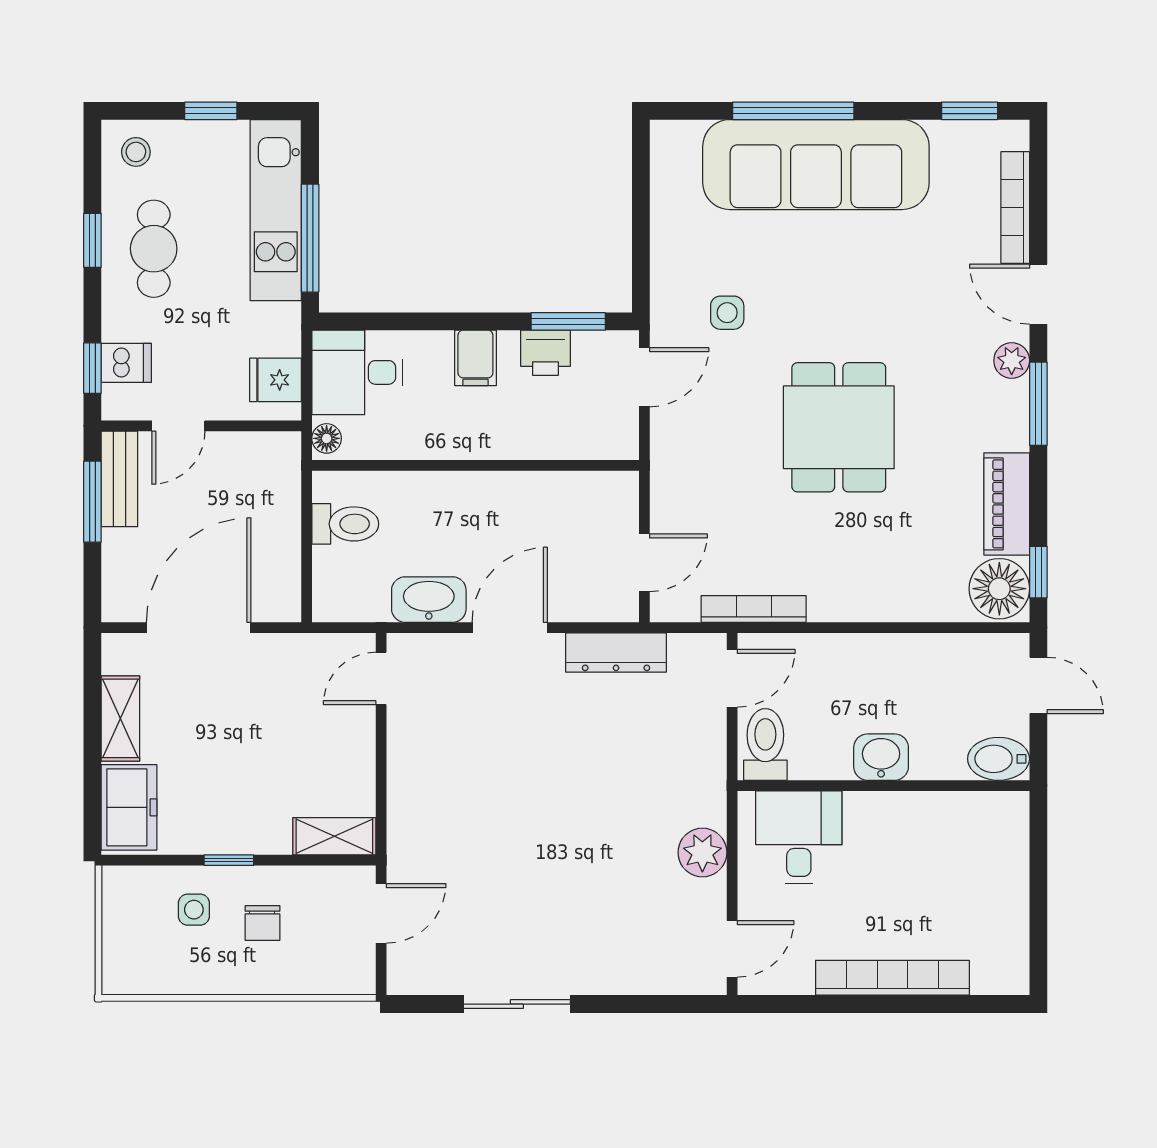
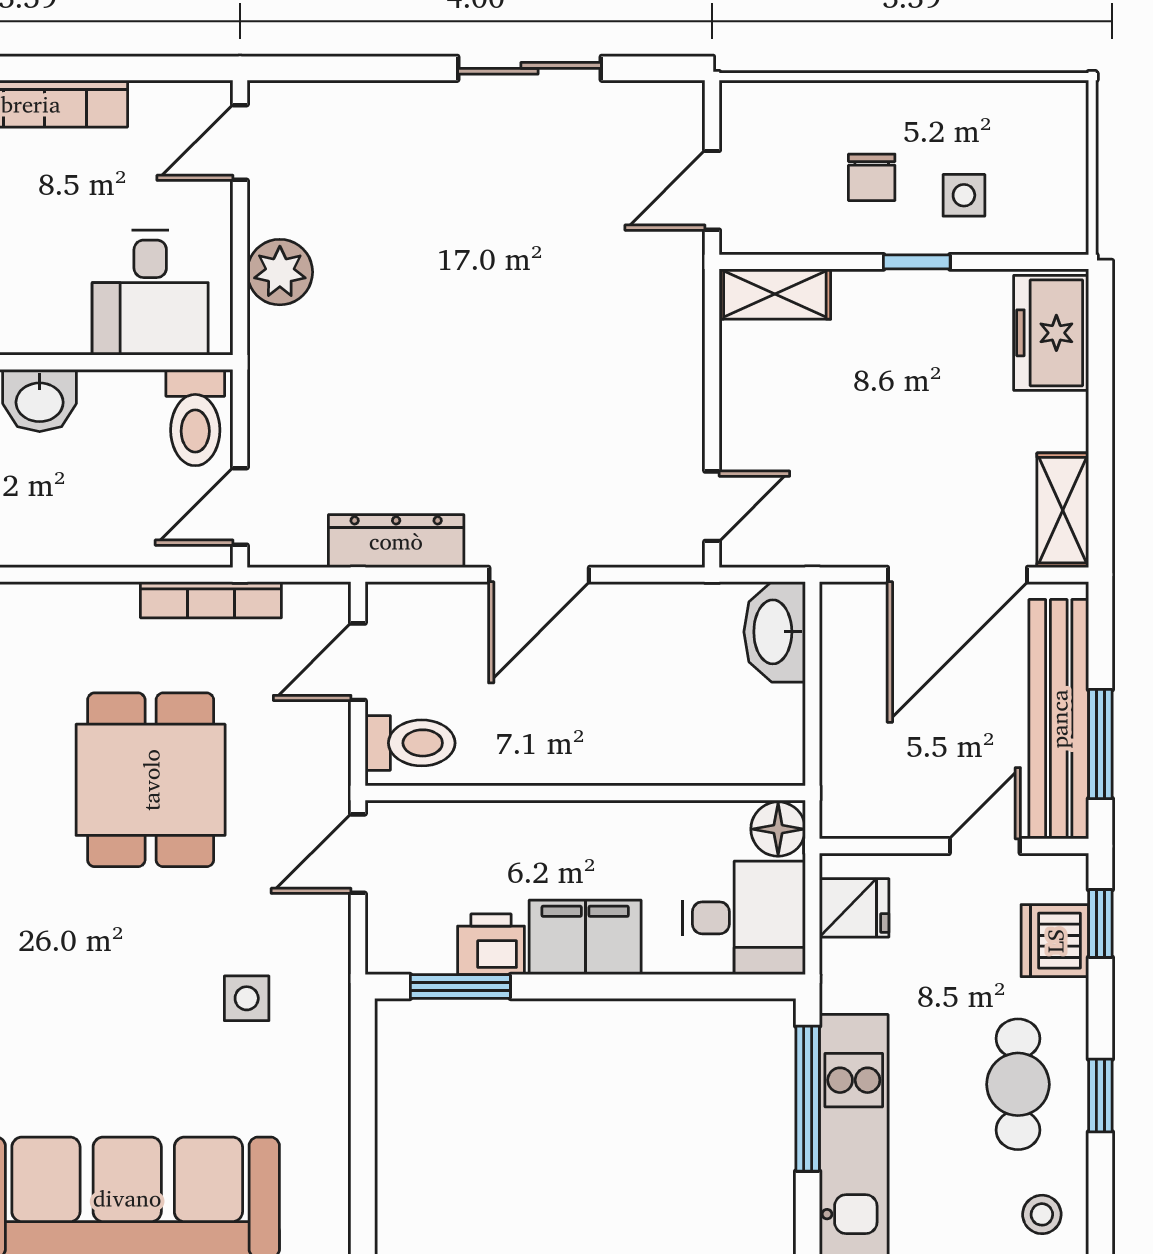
filing cabinet: (475, 358) -> (585, 937), width x2.00
dishwasher: (126, 363) -> (1055, 941), width x1.38
door: (644, 377) -> (358, 854), moved
dining table: (839, 427) -> (151, 780), moved
floor lamp: (327, 438) -> (778, 829), width x1.37, depth x1.37
bench: (119, 479) -> (1059, 719), width x1.86, depth x1.21
toilet: (345, 524) -> (410, 743), moved, turned 180
washbasin: (429, 600) -> (775, 632), moved, turned 90
shelving: (120, 718) -> (1063, 510), moved
chair: (262, 923) -> (872, 177), turned 180

